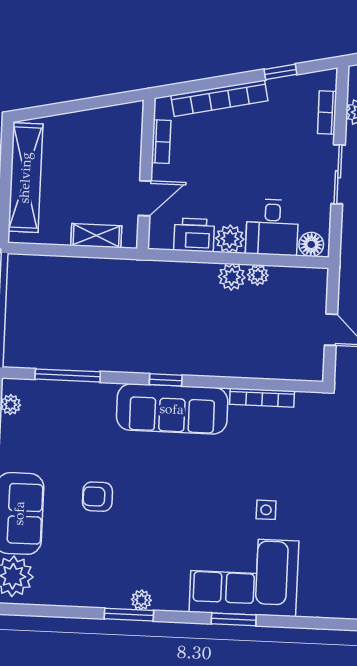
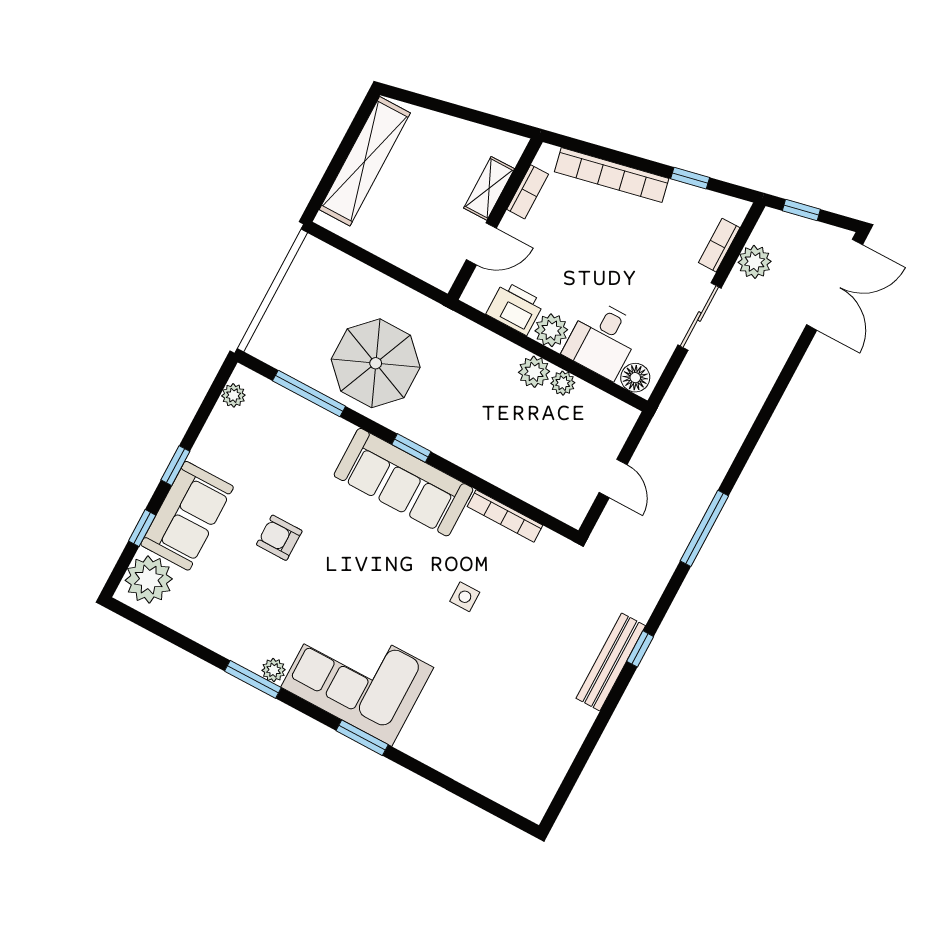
shelving: (96, 236) -> (489, 188), moved, turned 90
parasol: (108, 328) -> (376, 363), added
side table: (266, 510) -> (465, 597), moved
corner sofa: (244, 577) -> (357, 677), moved

